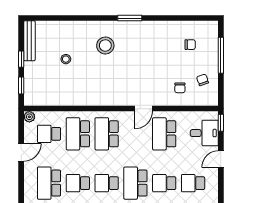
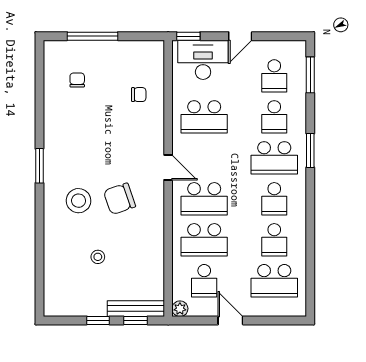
bench: (29, 41) -> (136, 309), moved
chair: (203, 80) -> (120, 199), moved, width x1.87, depth x1.87
door: (143, 109) -> (168, 167), moved
desk: (204, 133) -> (203, 60), width x1.37
door: (221, 159) -> (240, 36), hinge flipped

